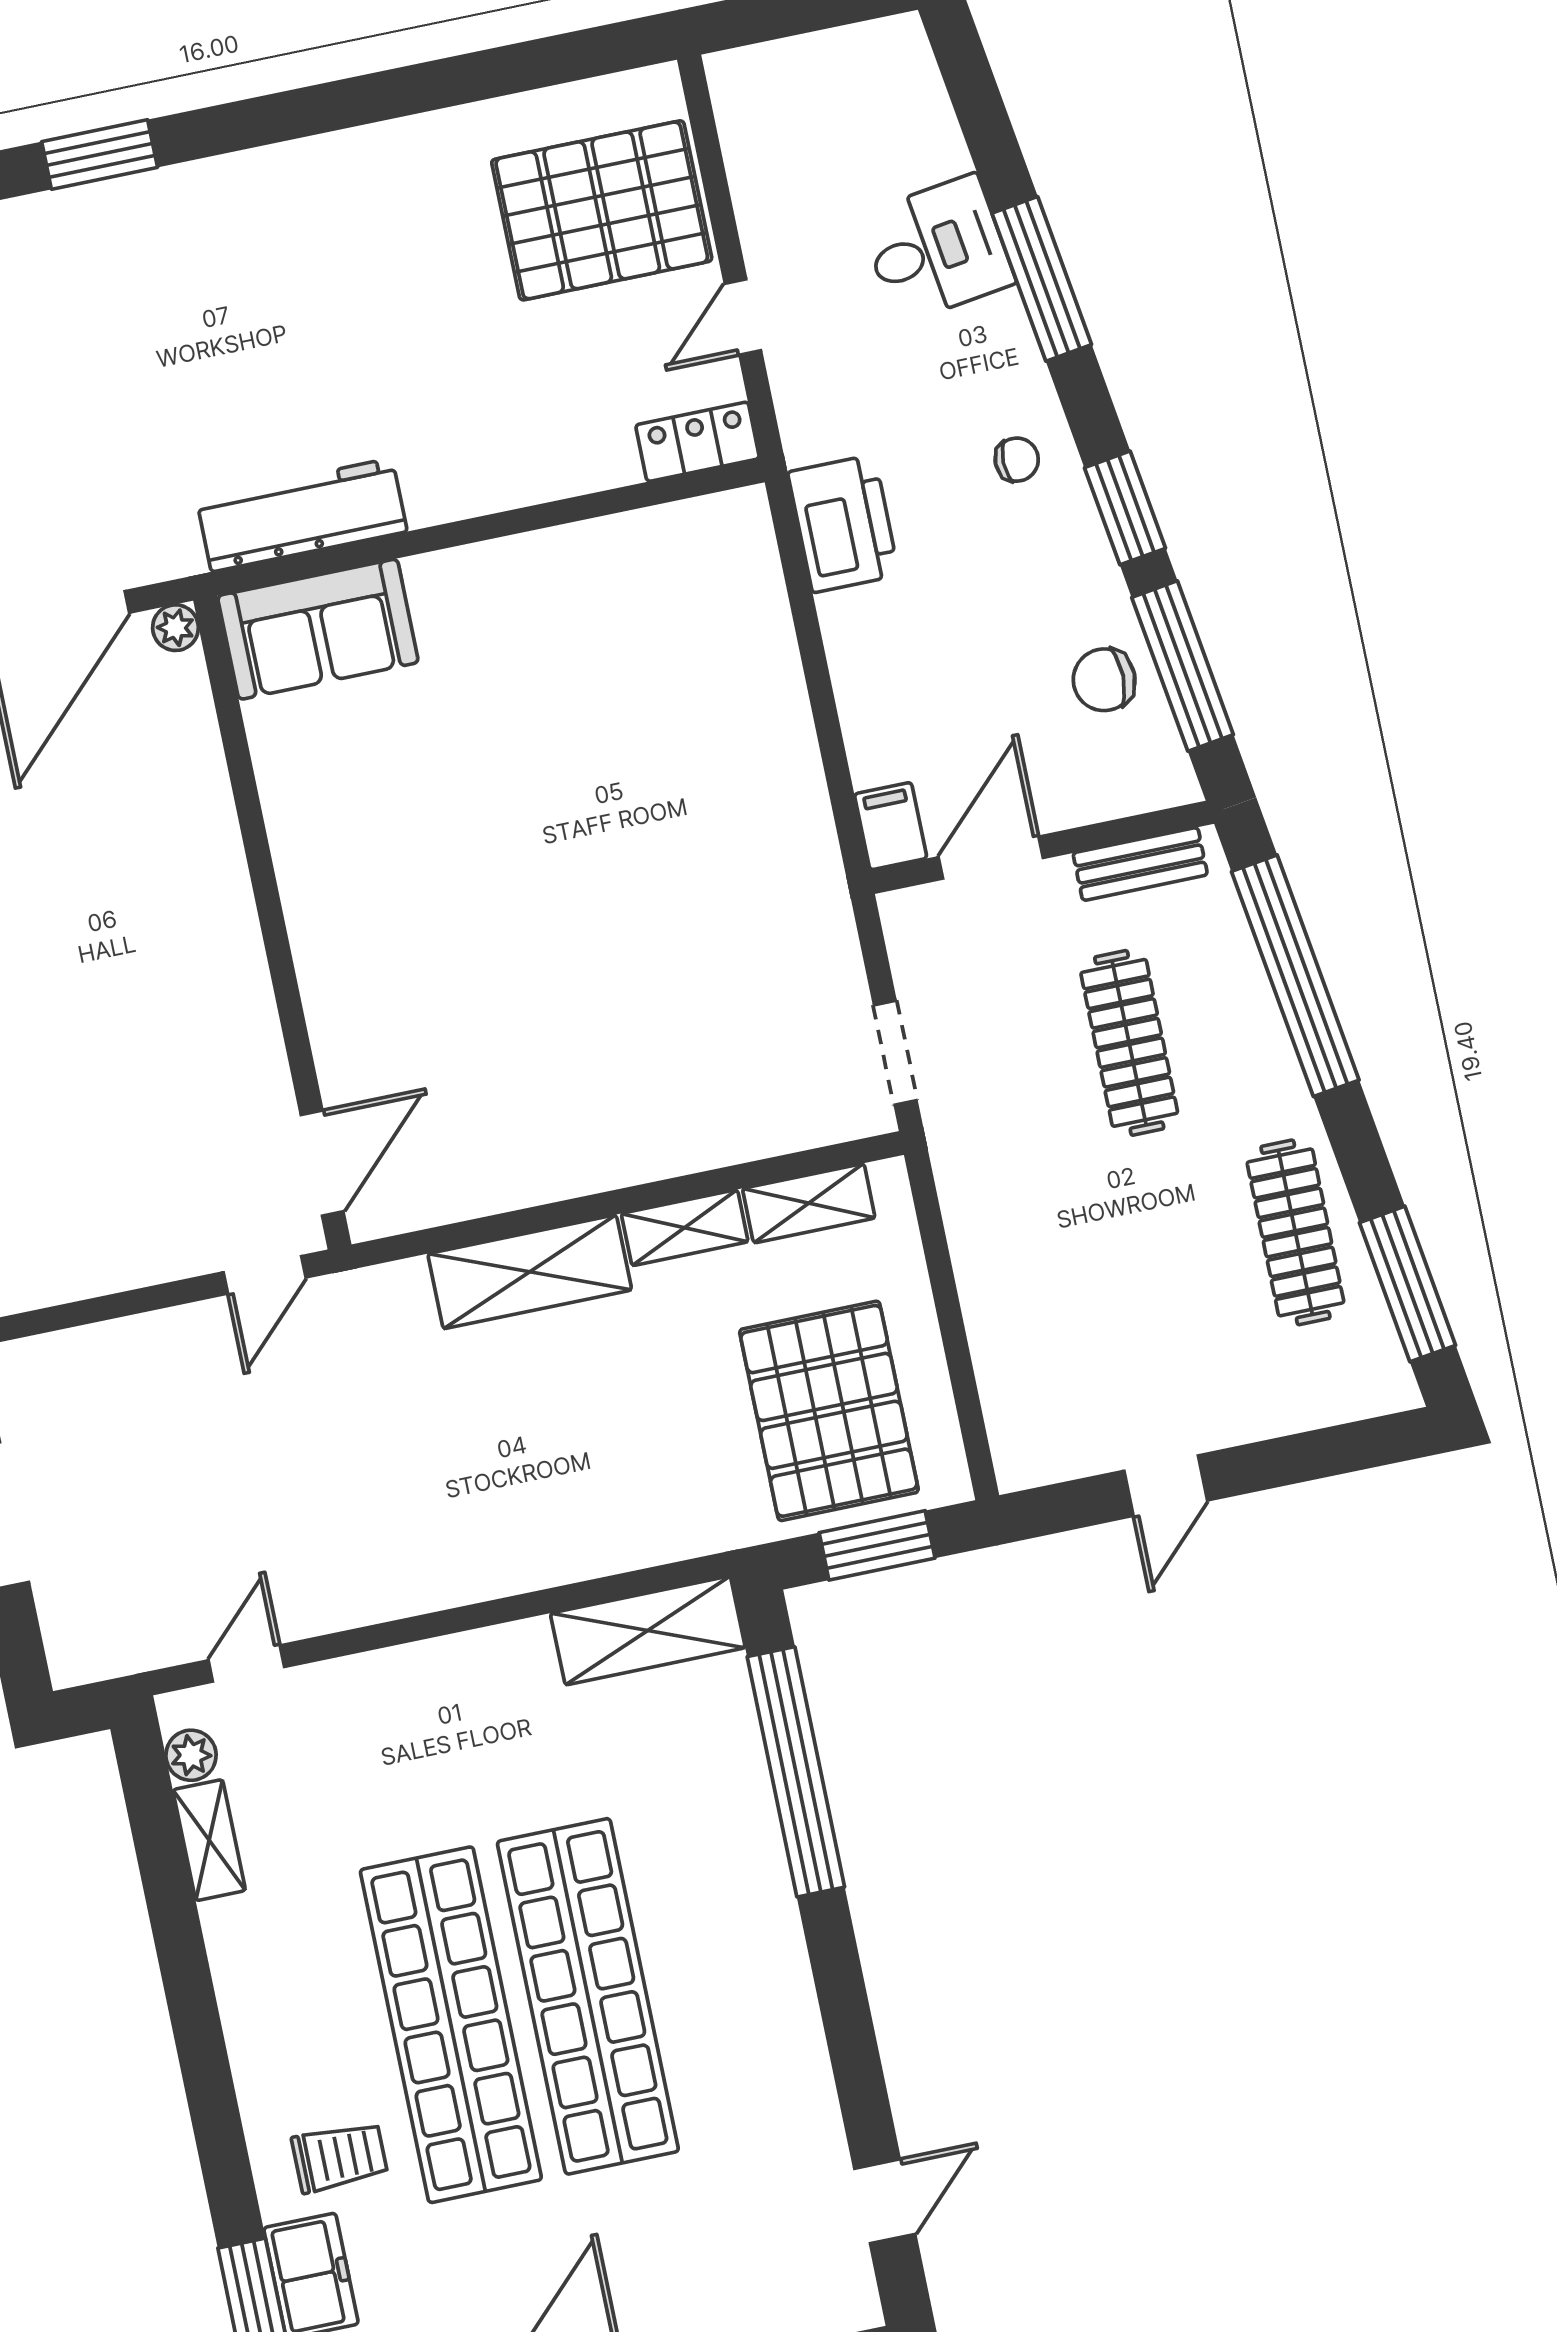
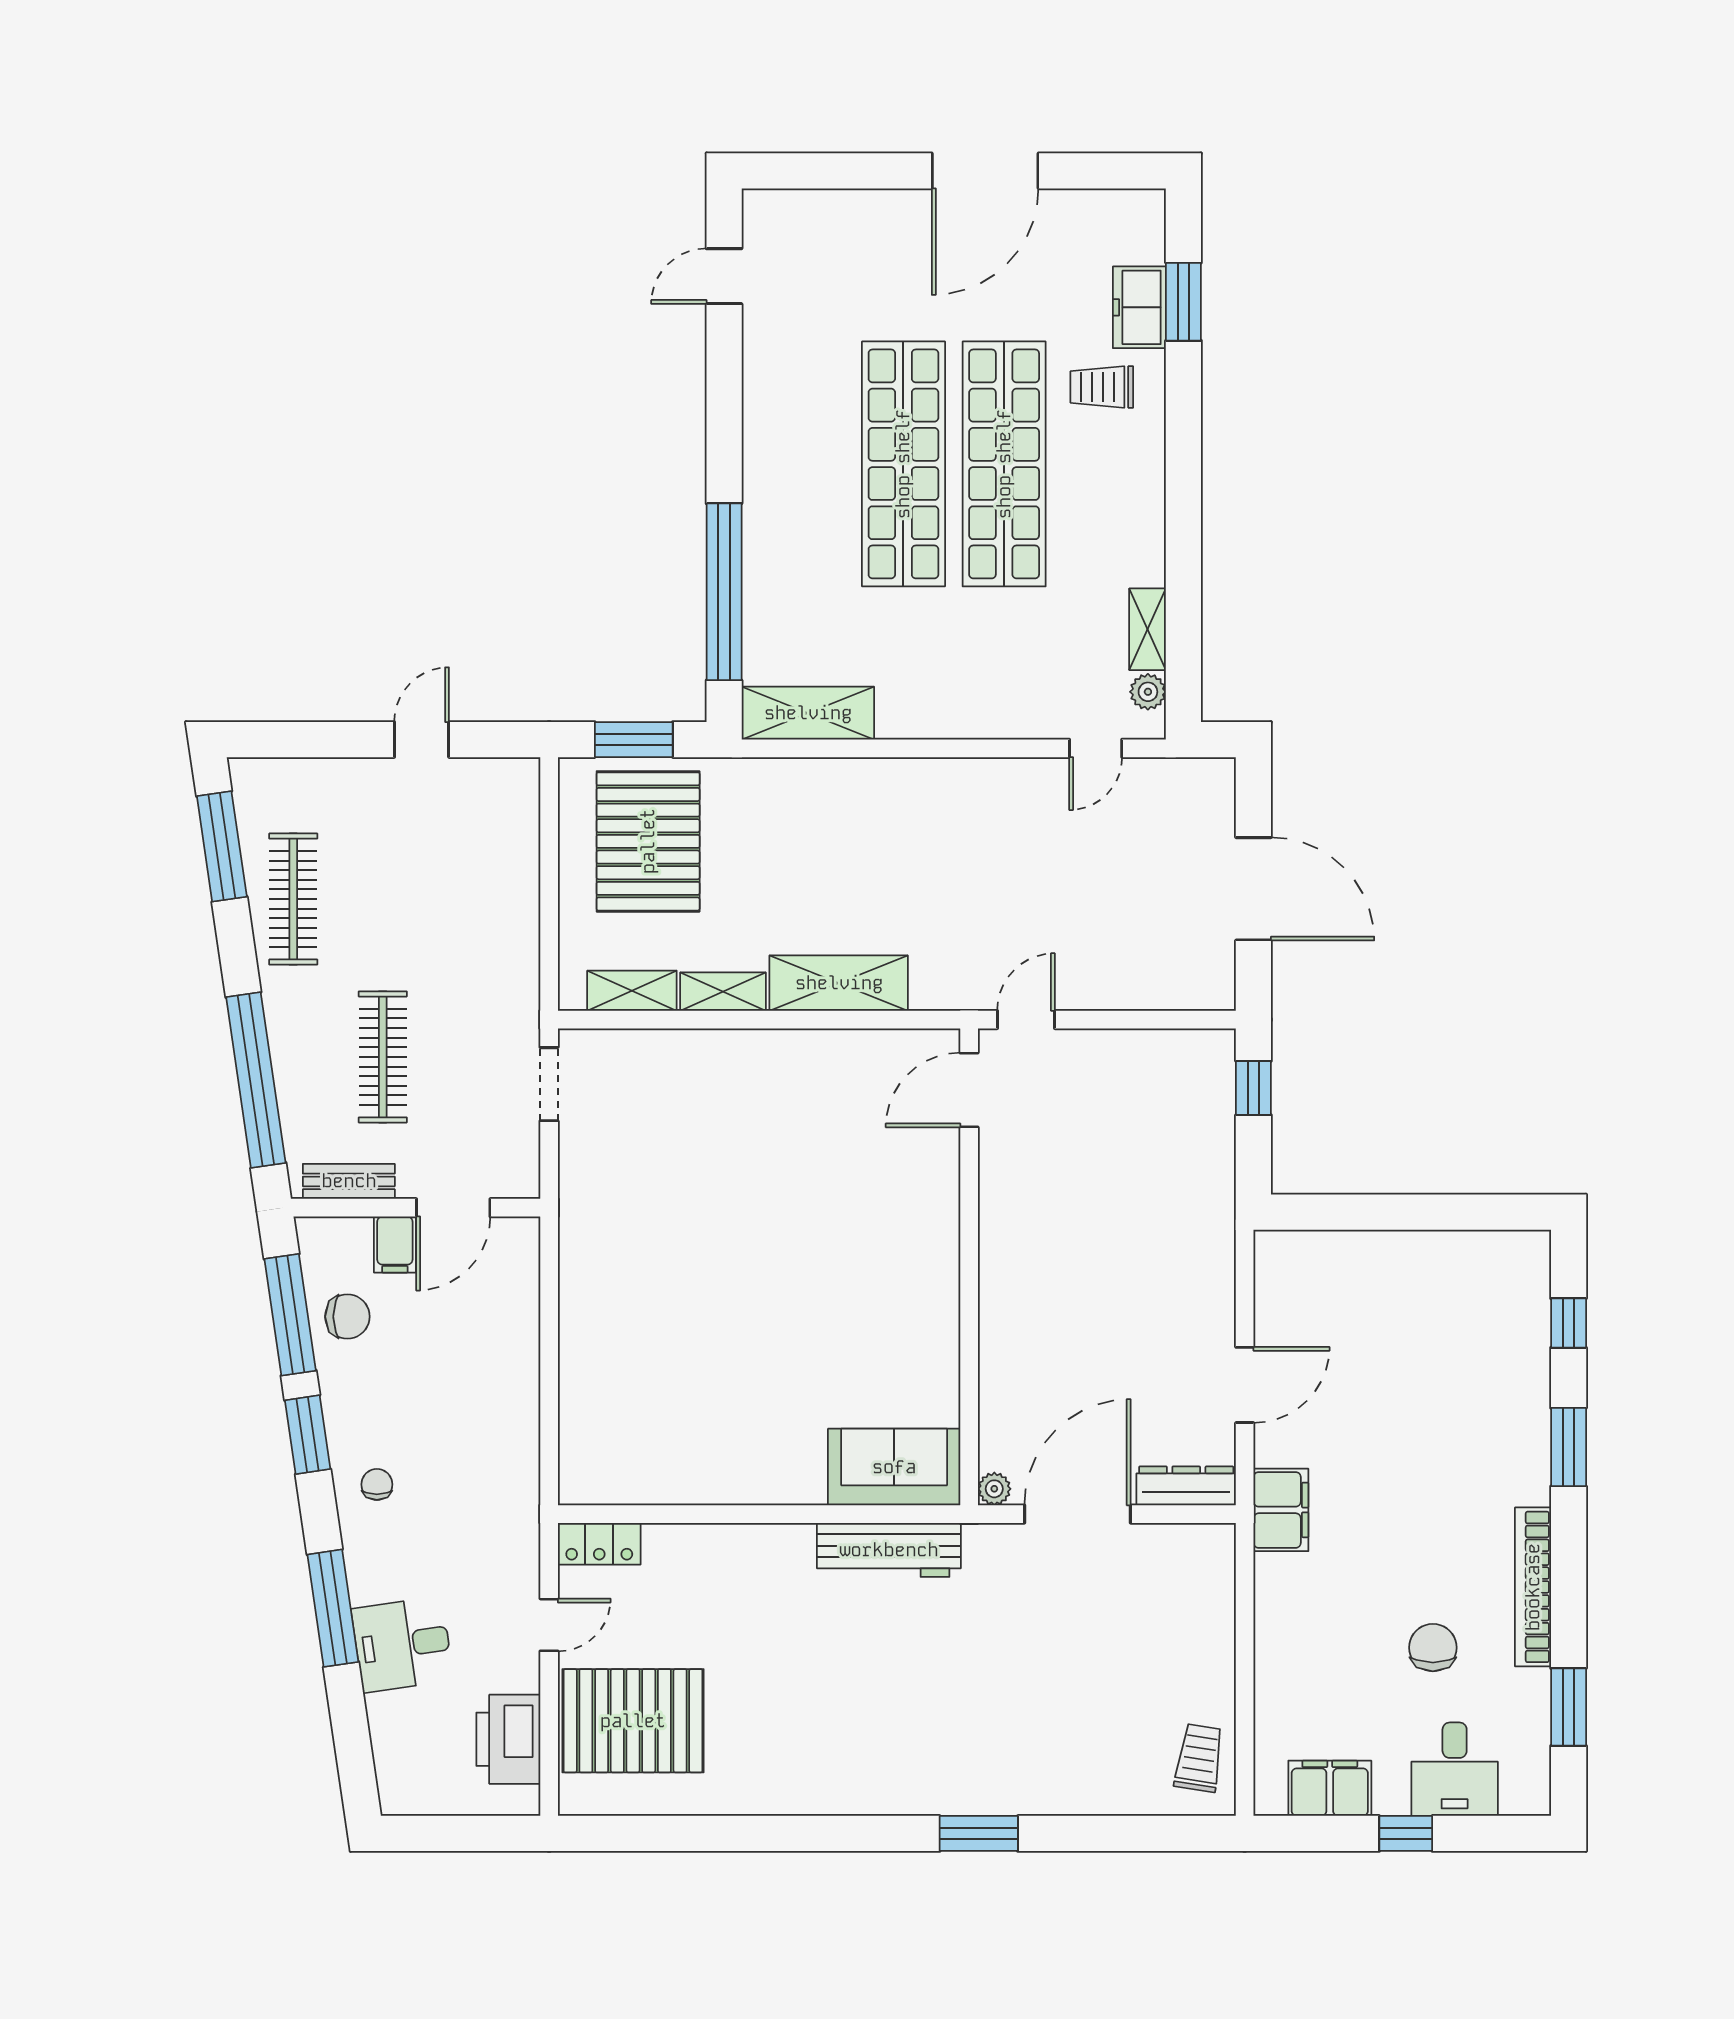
chair: (1017, 460) -> (377, 1484), turned 90
printer: (843, 524) -> (508, 1739), moved
filing cabinet: (891, 826) -> (395, 1245), moved

